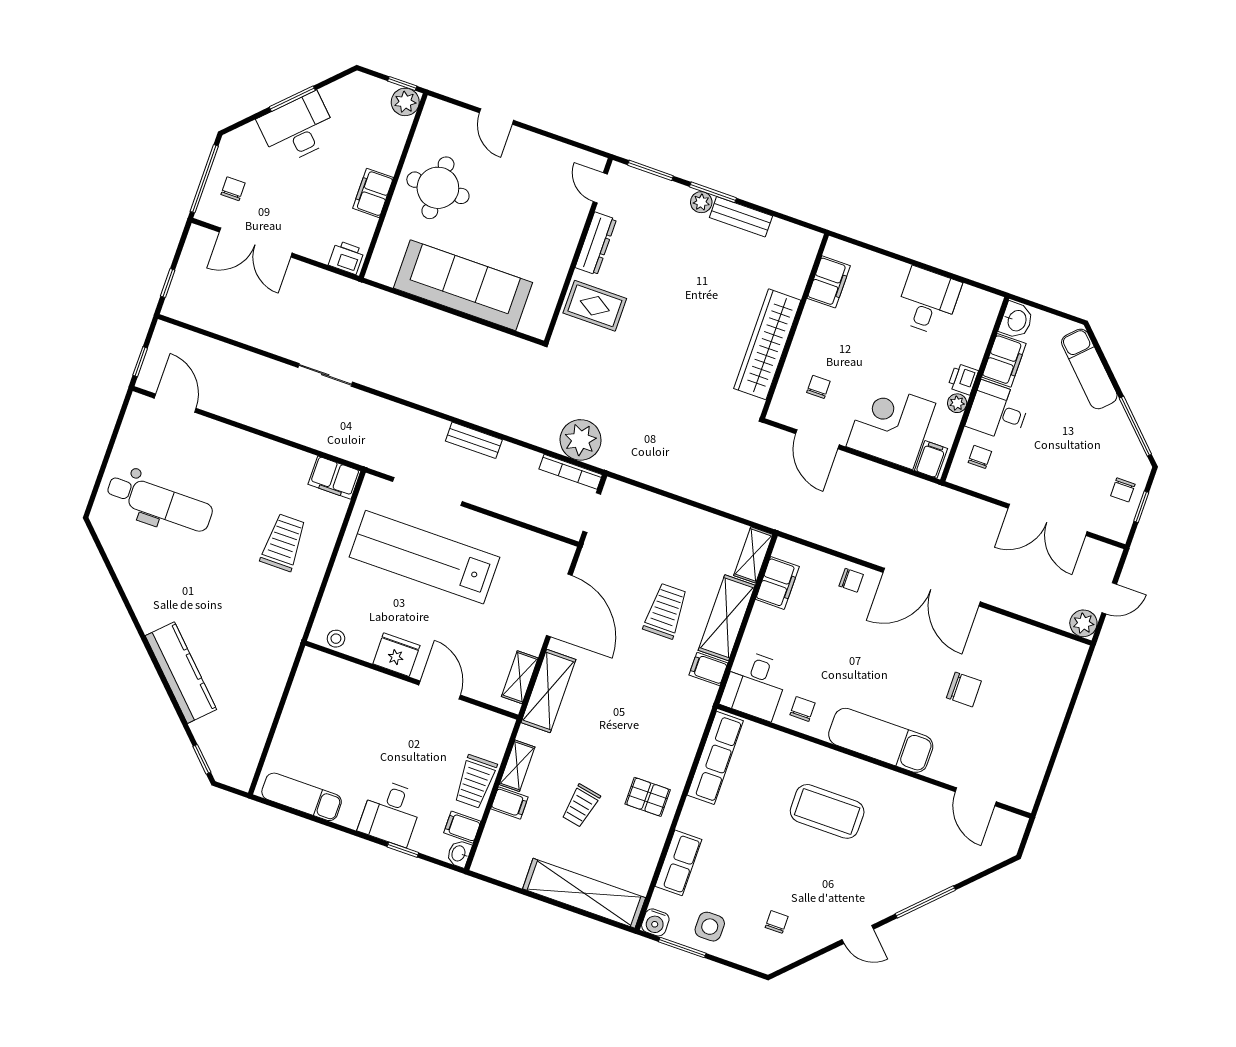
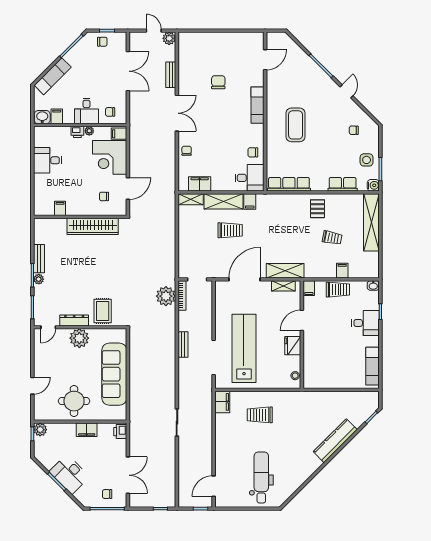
plant: (558, 241) -> (79, 338), added
filing cabinet: (829, 282) -> (60, 208), width x0.50
filing cabinet: (1004, 360) -> (57, 116), width x0.50
lab bench: (425, 557) -> (244, 348), turned 180
double door: (932, 587) -> (177, 113), width x0.73
bench: (1011, 601) -> (171, 75), added
trolley: (666, 611) -> (230, 230), turned 180
exam couch: (881, 740) -> (258, 105), width x0.73, depth x0.69
shelving: (517, 766) -> (324, 273), removed
filing cabinet: (462, 827) -> (309, 288), moved

